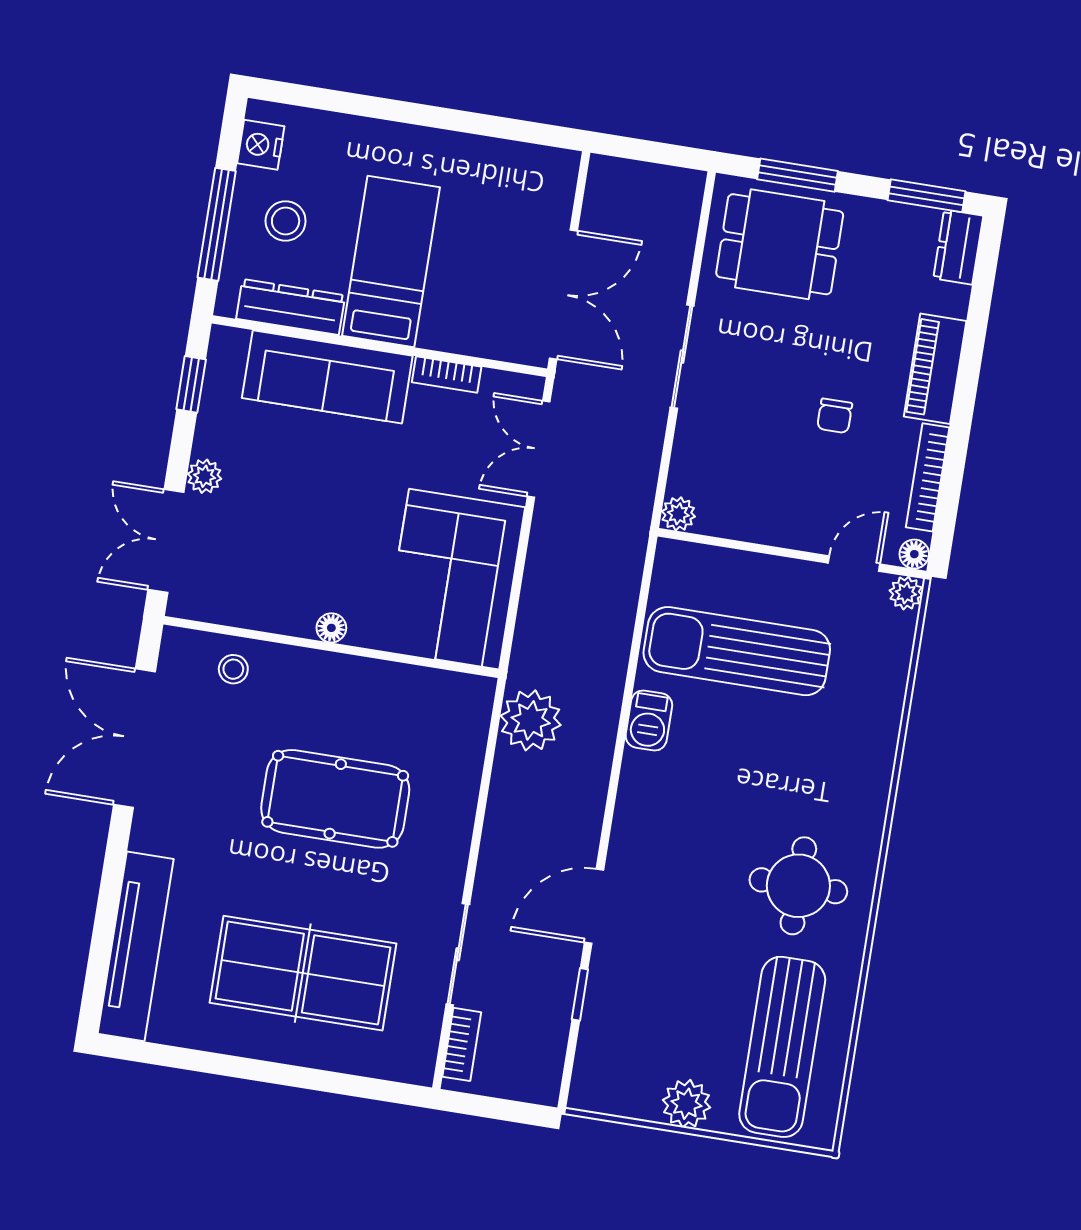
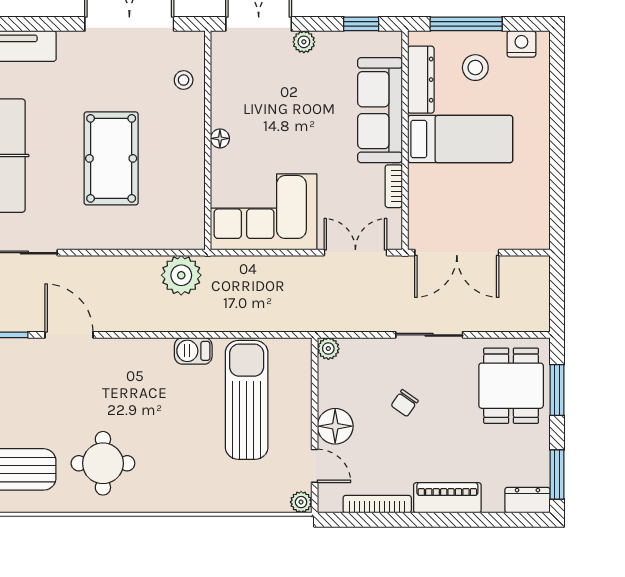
chair: (835, 416) -> (405, 403), moved, turned -55
floor lamp: (914, 554) -> (335, 426), moved, width x1.89, depth x1.89

